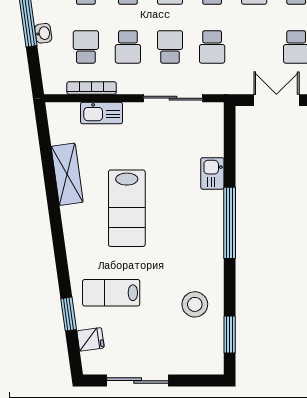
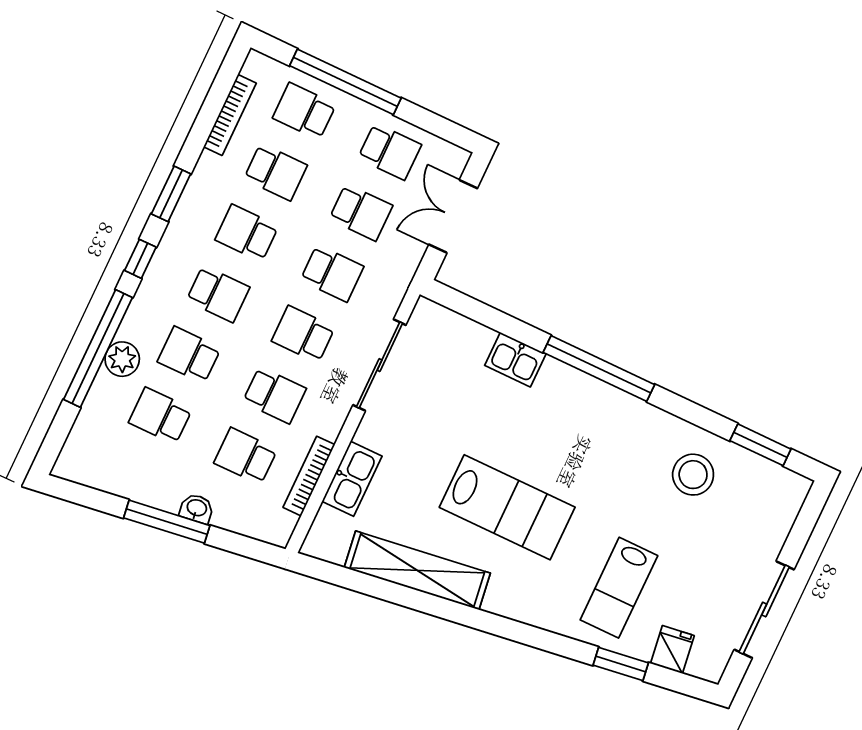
school desk: (254, 47) -> (361, 212), added
shelving: (67, 174) -> (417, 570), width x1.47

